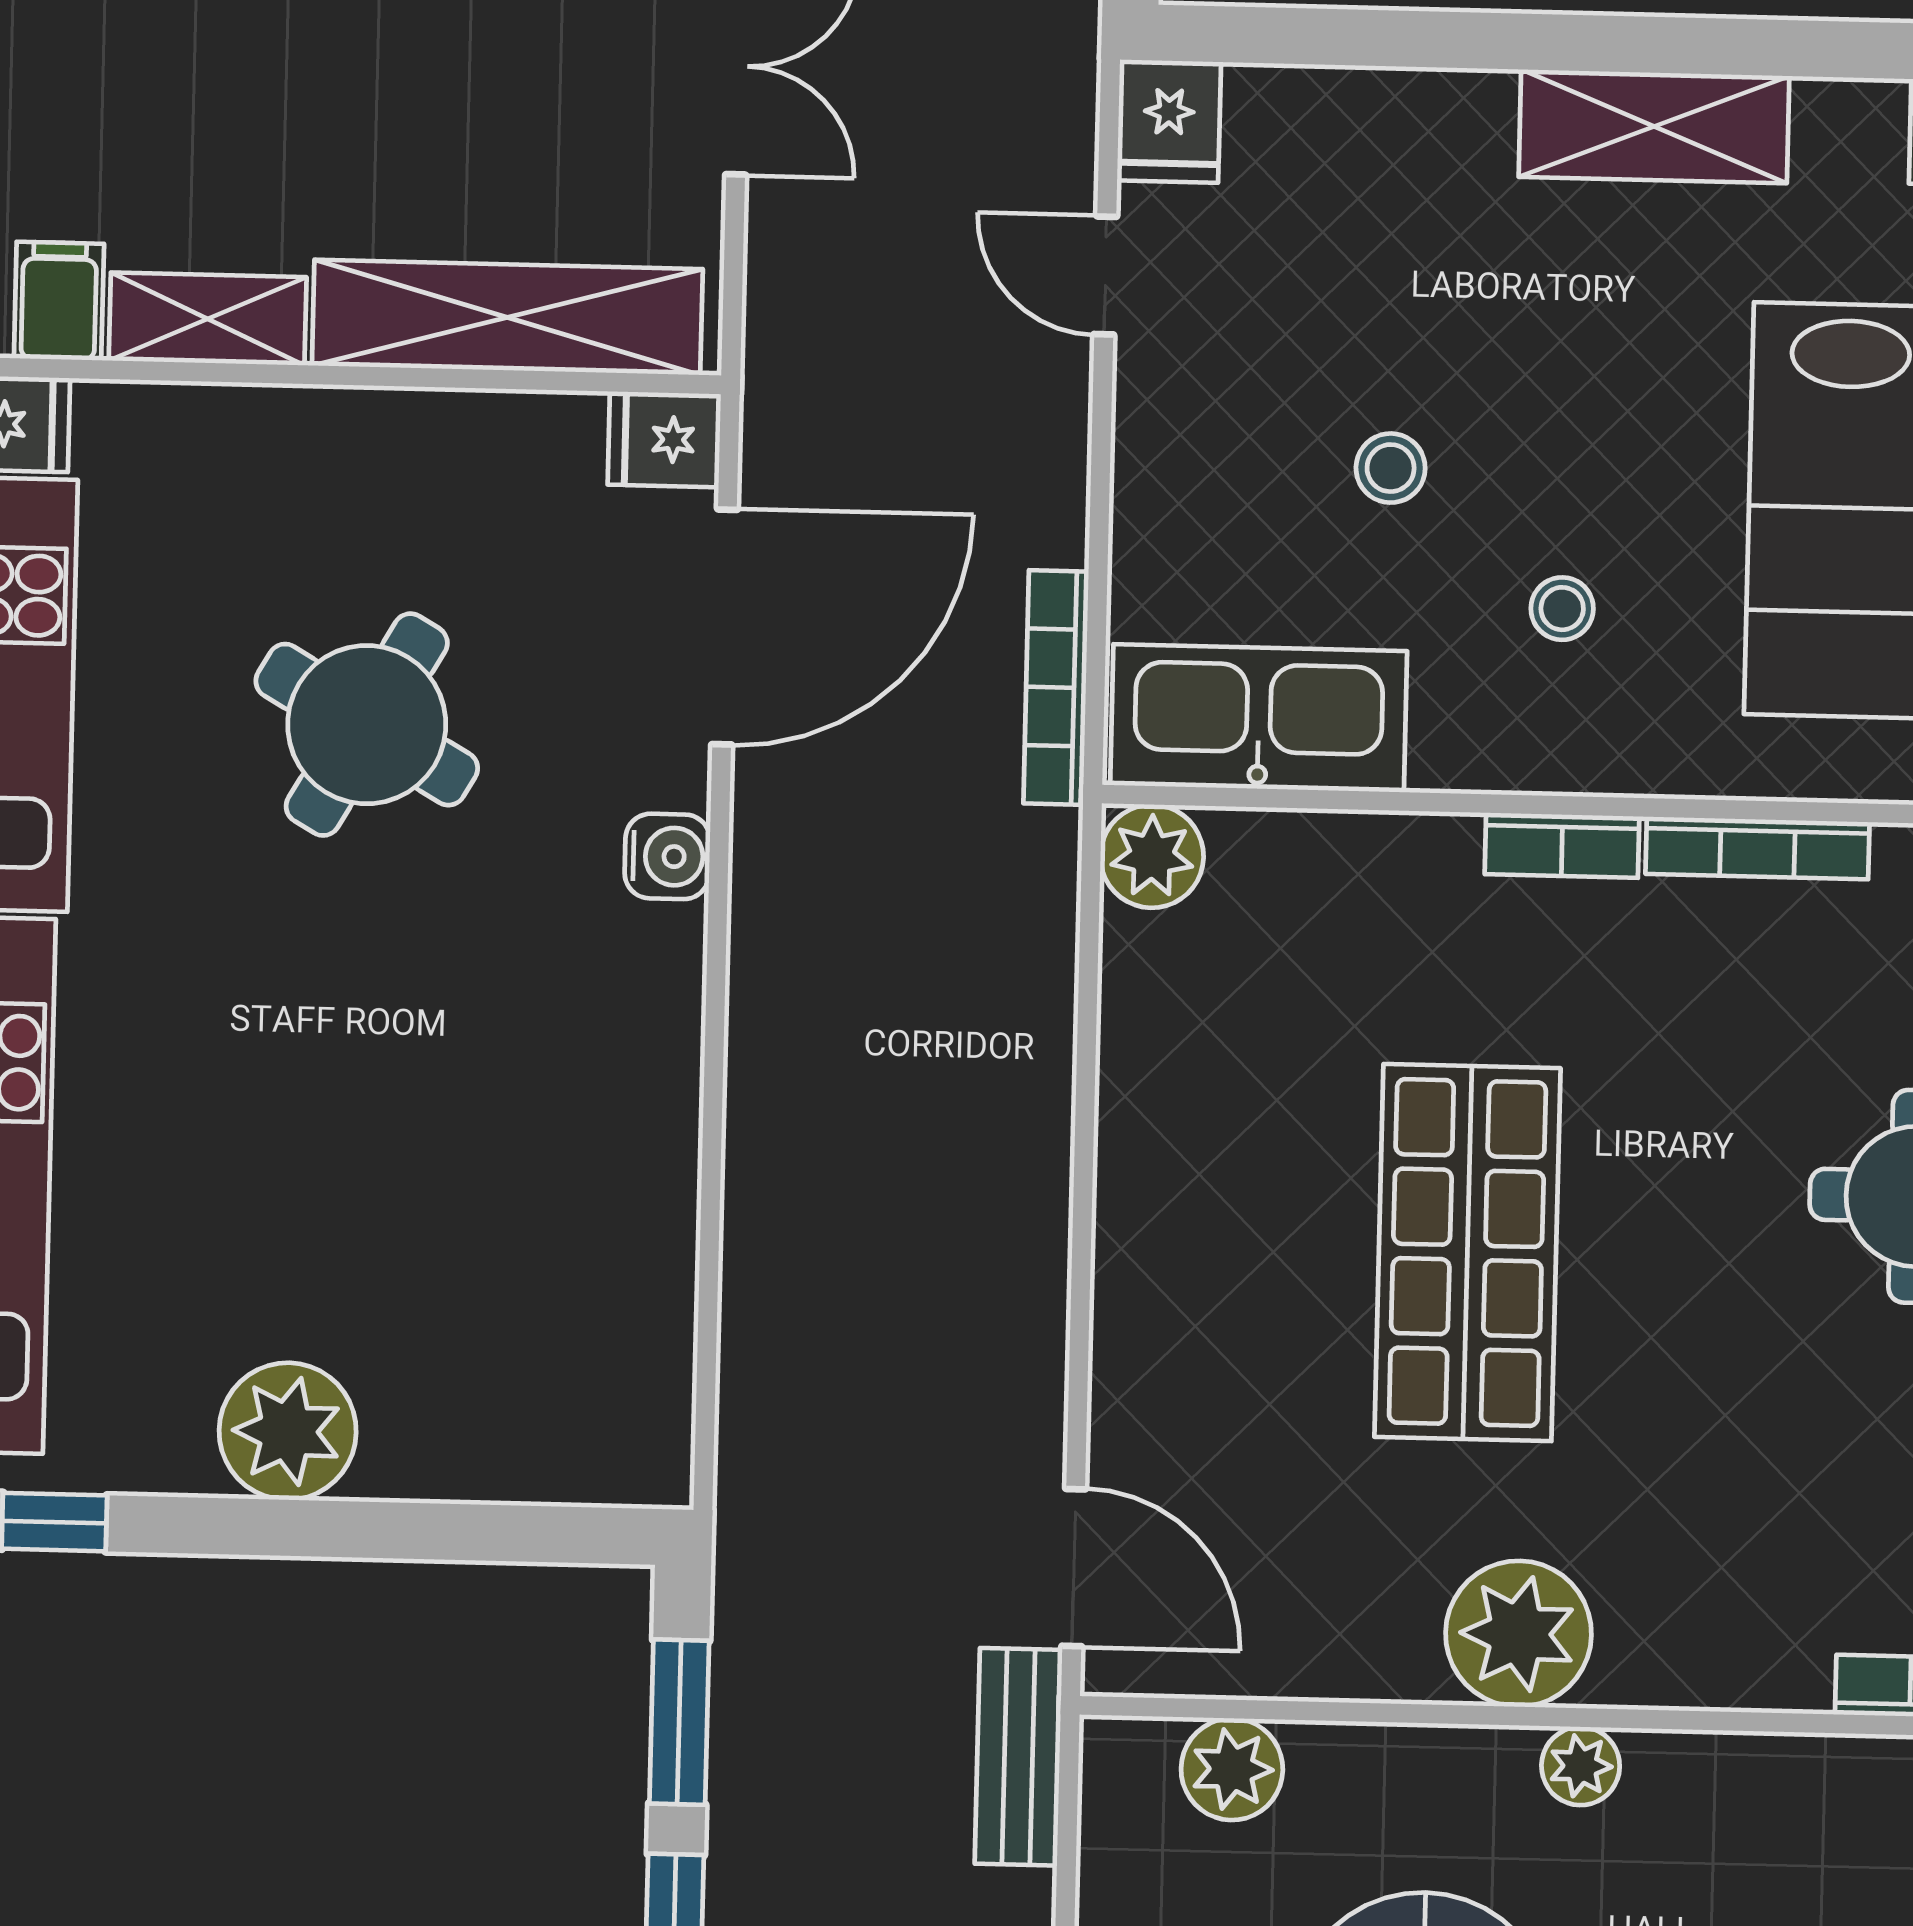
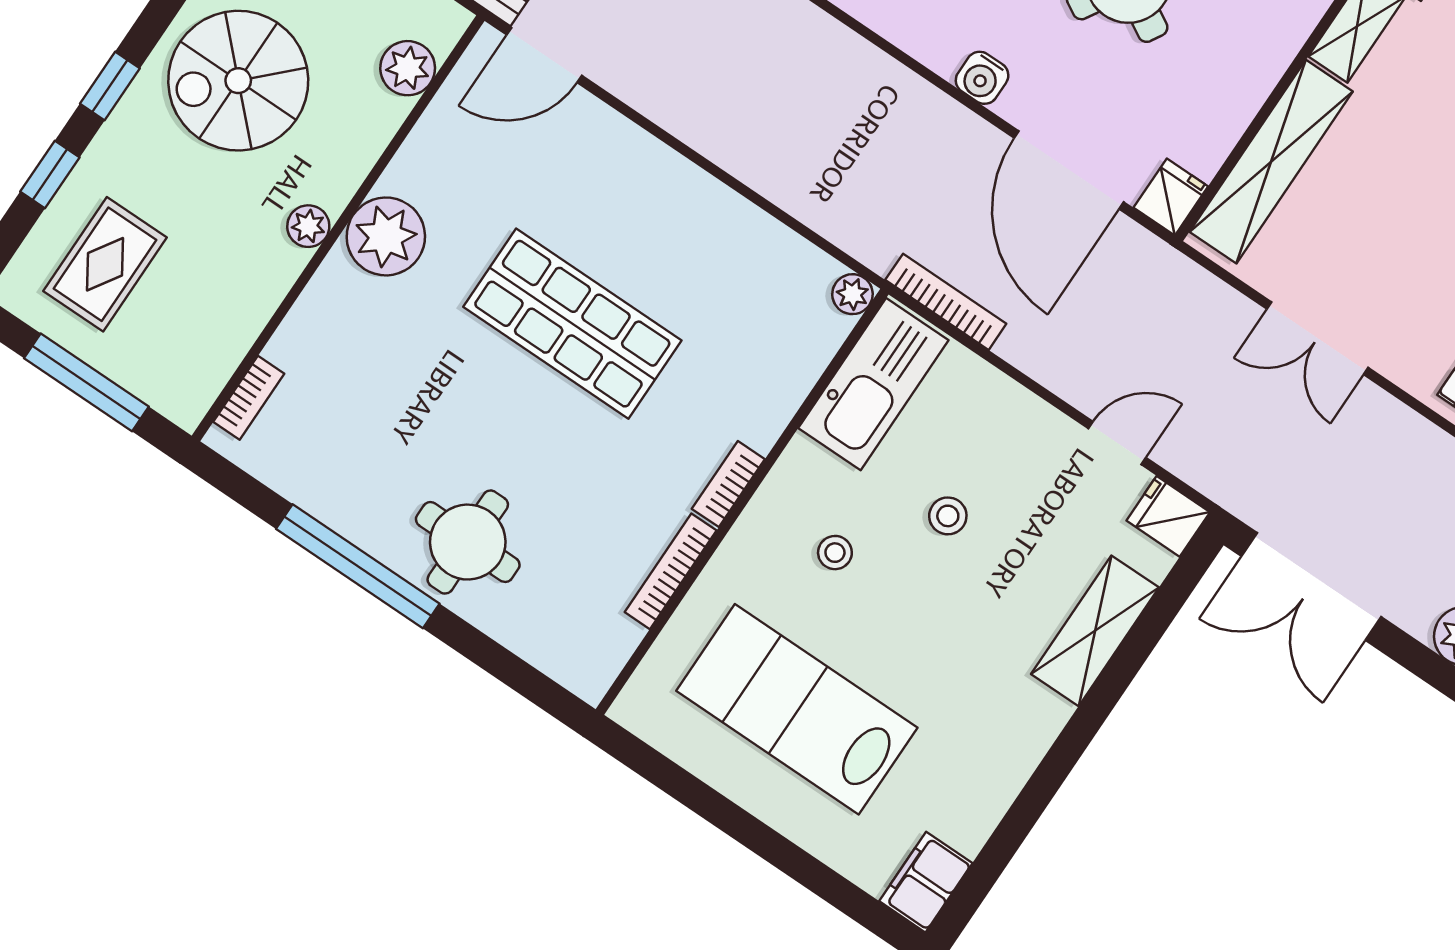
shelving: (1654, 126) -> (1095, 631), moved
plant: (1152, 856) -> (852, 294), width x0.73, depth x0.73

